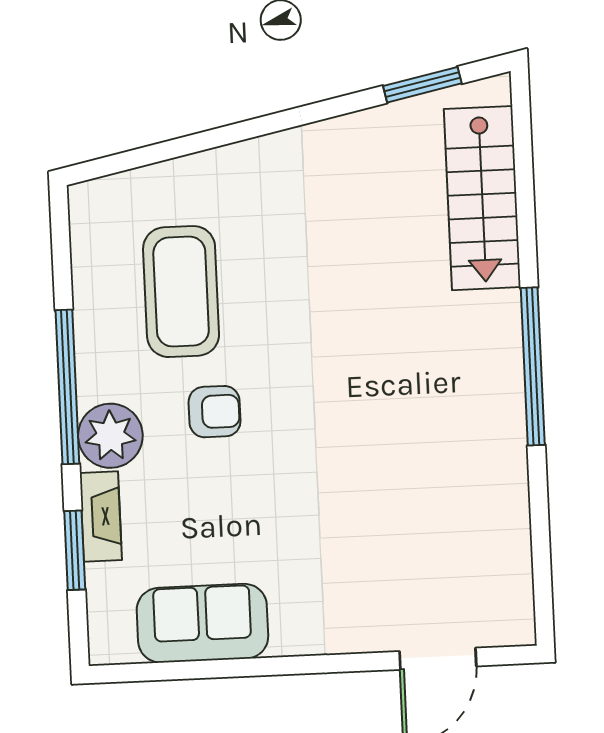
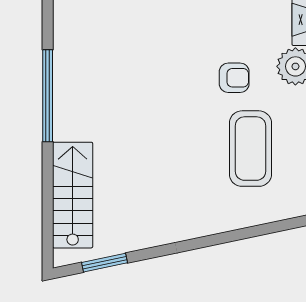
armchair: (215, 412) -> (234, 78), turned 180

